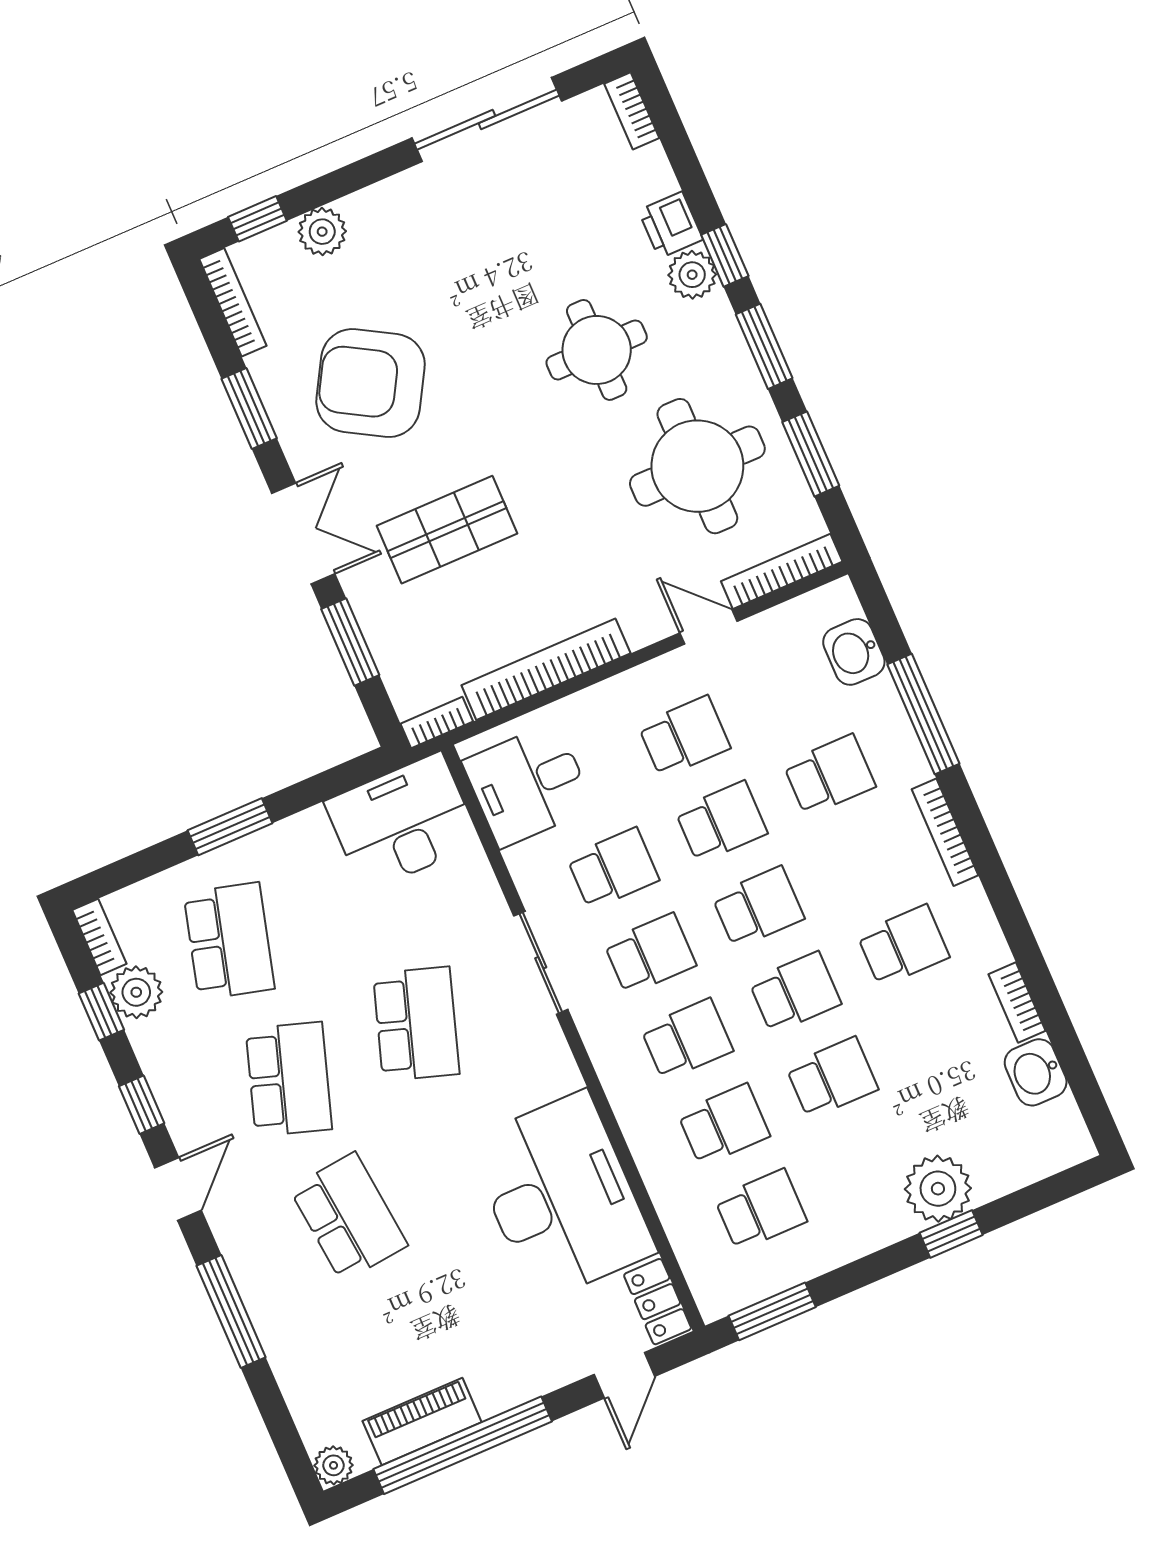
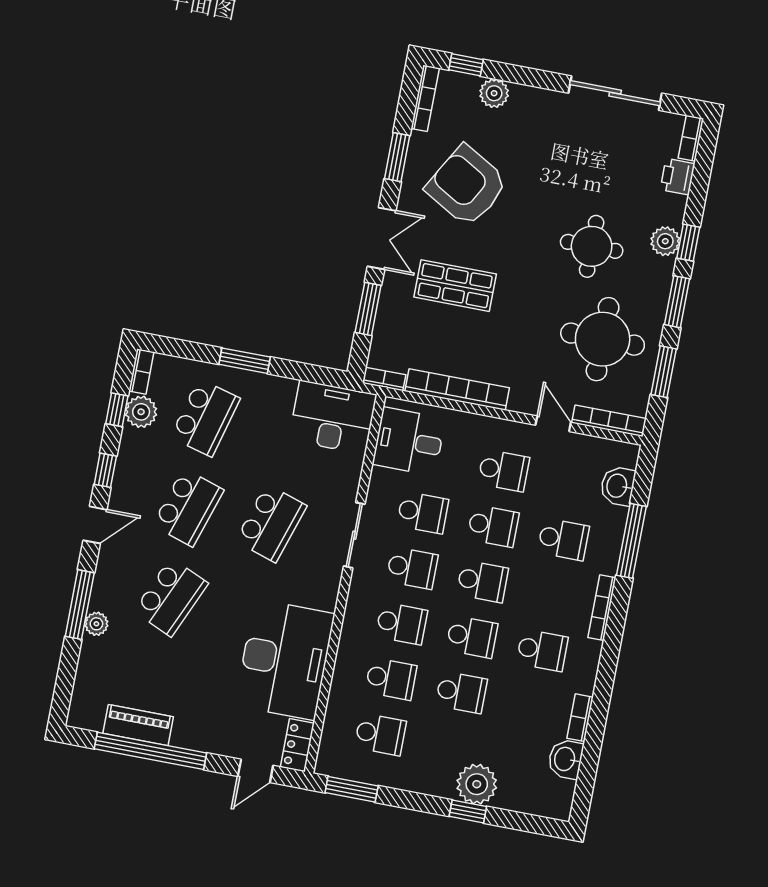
printer: (671, 225) -> (678, 177), moved
school desk: (349, 1217) -> (171, 597), turned 30
plant: (334, 1465) -> (96, 624), moved

